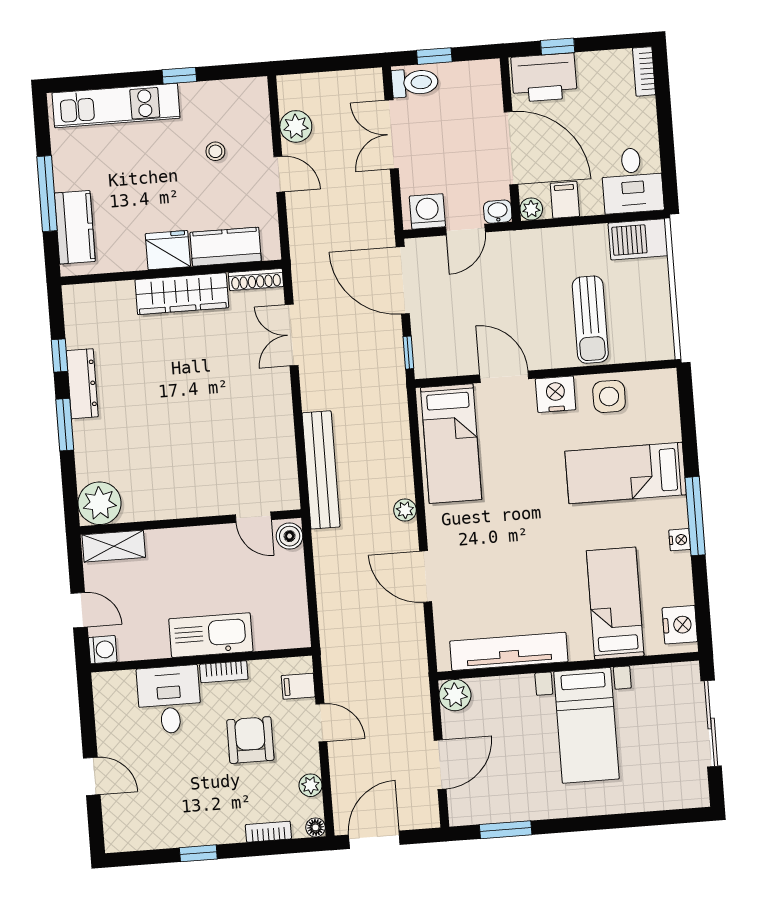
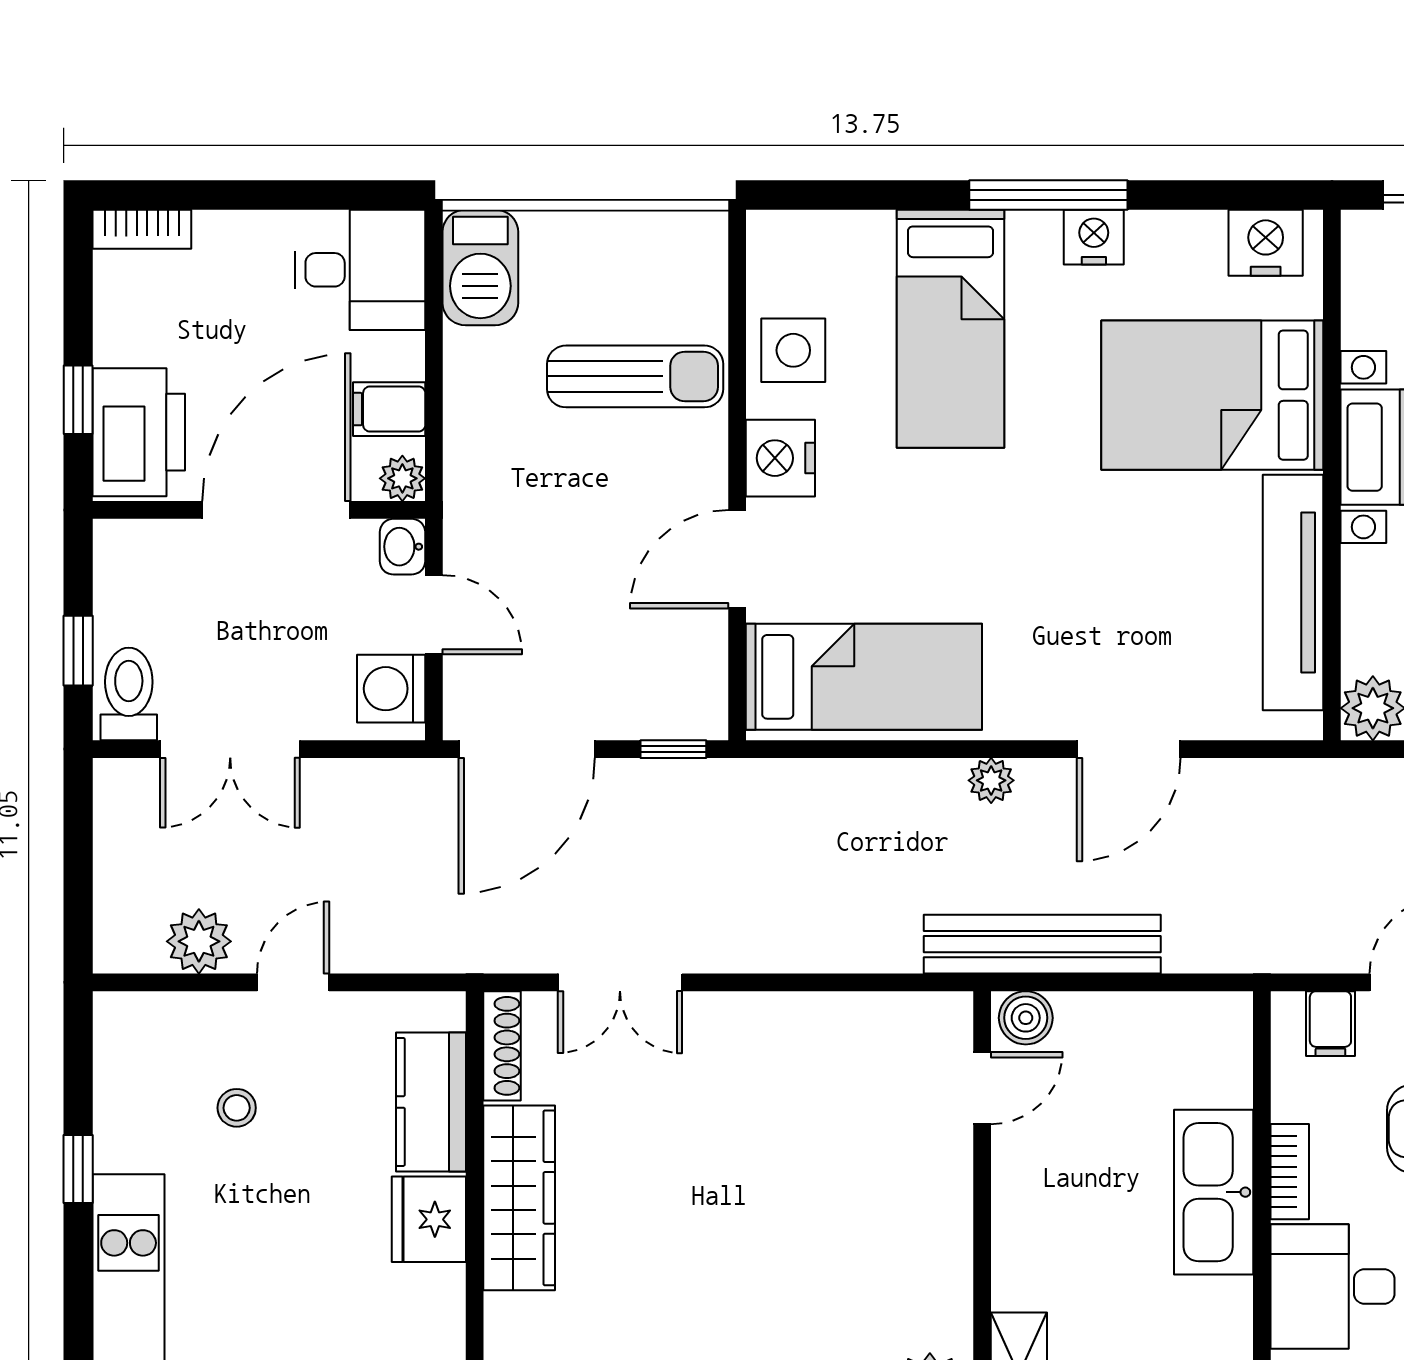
bench: (321, 470) -> (1042, 944), moved
nightstand: (680, 540) -> (1094, 237), width x1.39, depth x1.35
bed: (615, 603) -> (1212, 395), width x1.50

